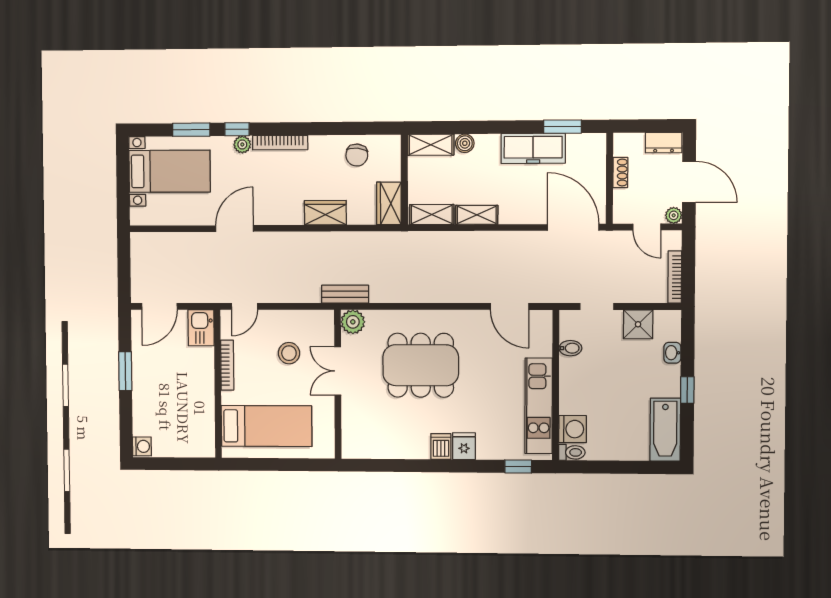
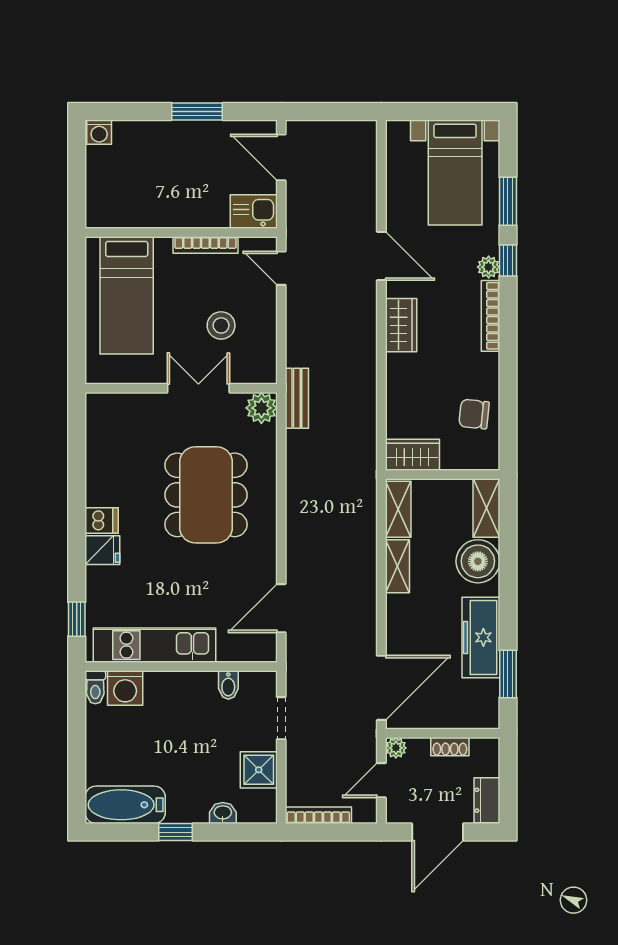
boiler: (465, 143) -> (478, 561), width x1.86, depth x1.86
wardrobe: (325, 213) -> (401, 325), moved
plant: (674, 215) -> (396, 748), moved

